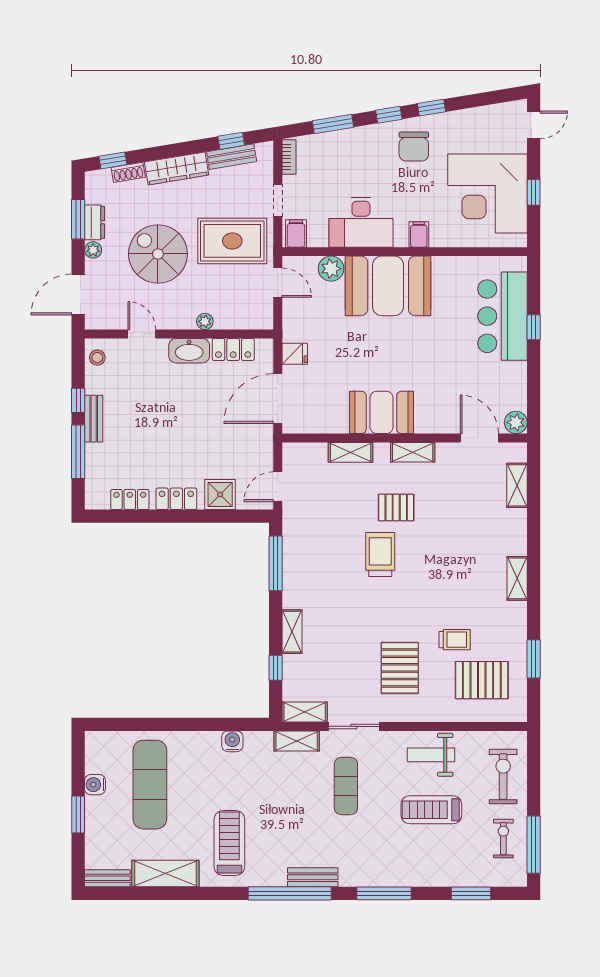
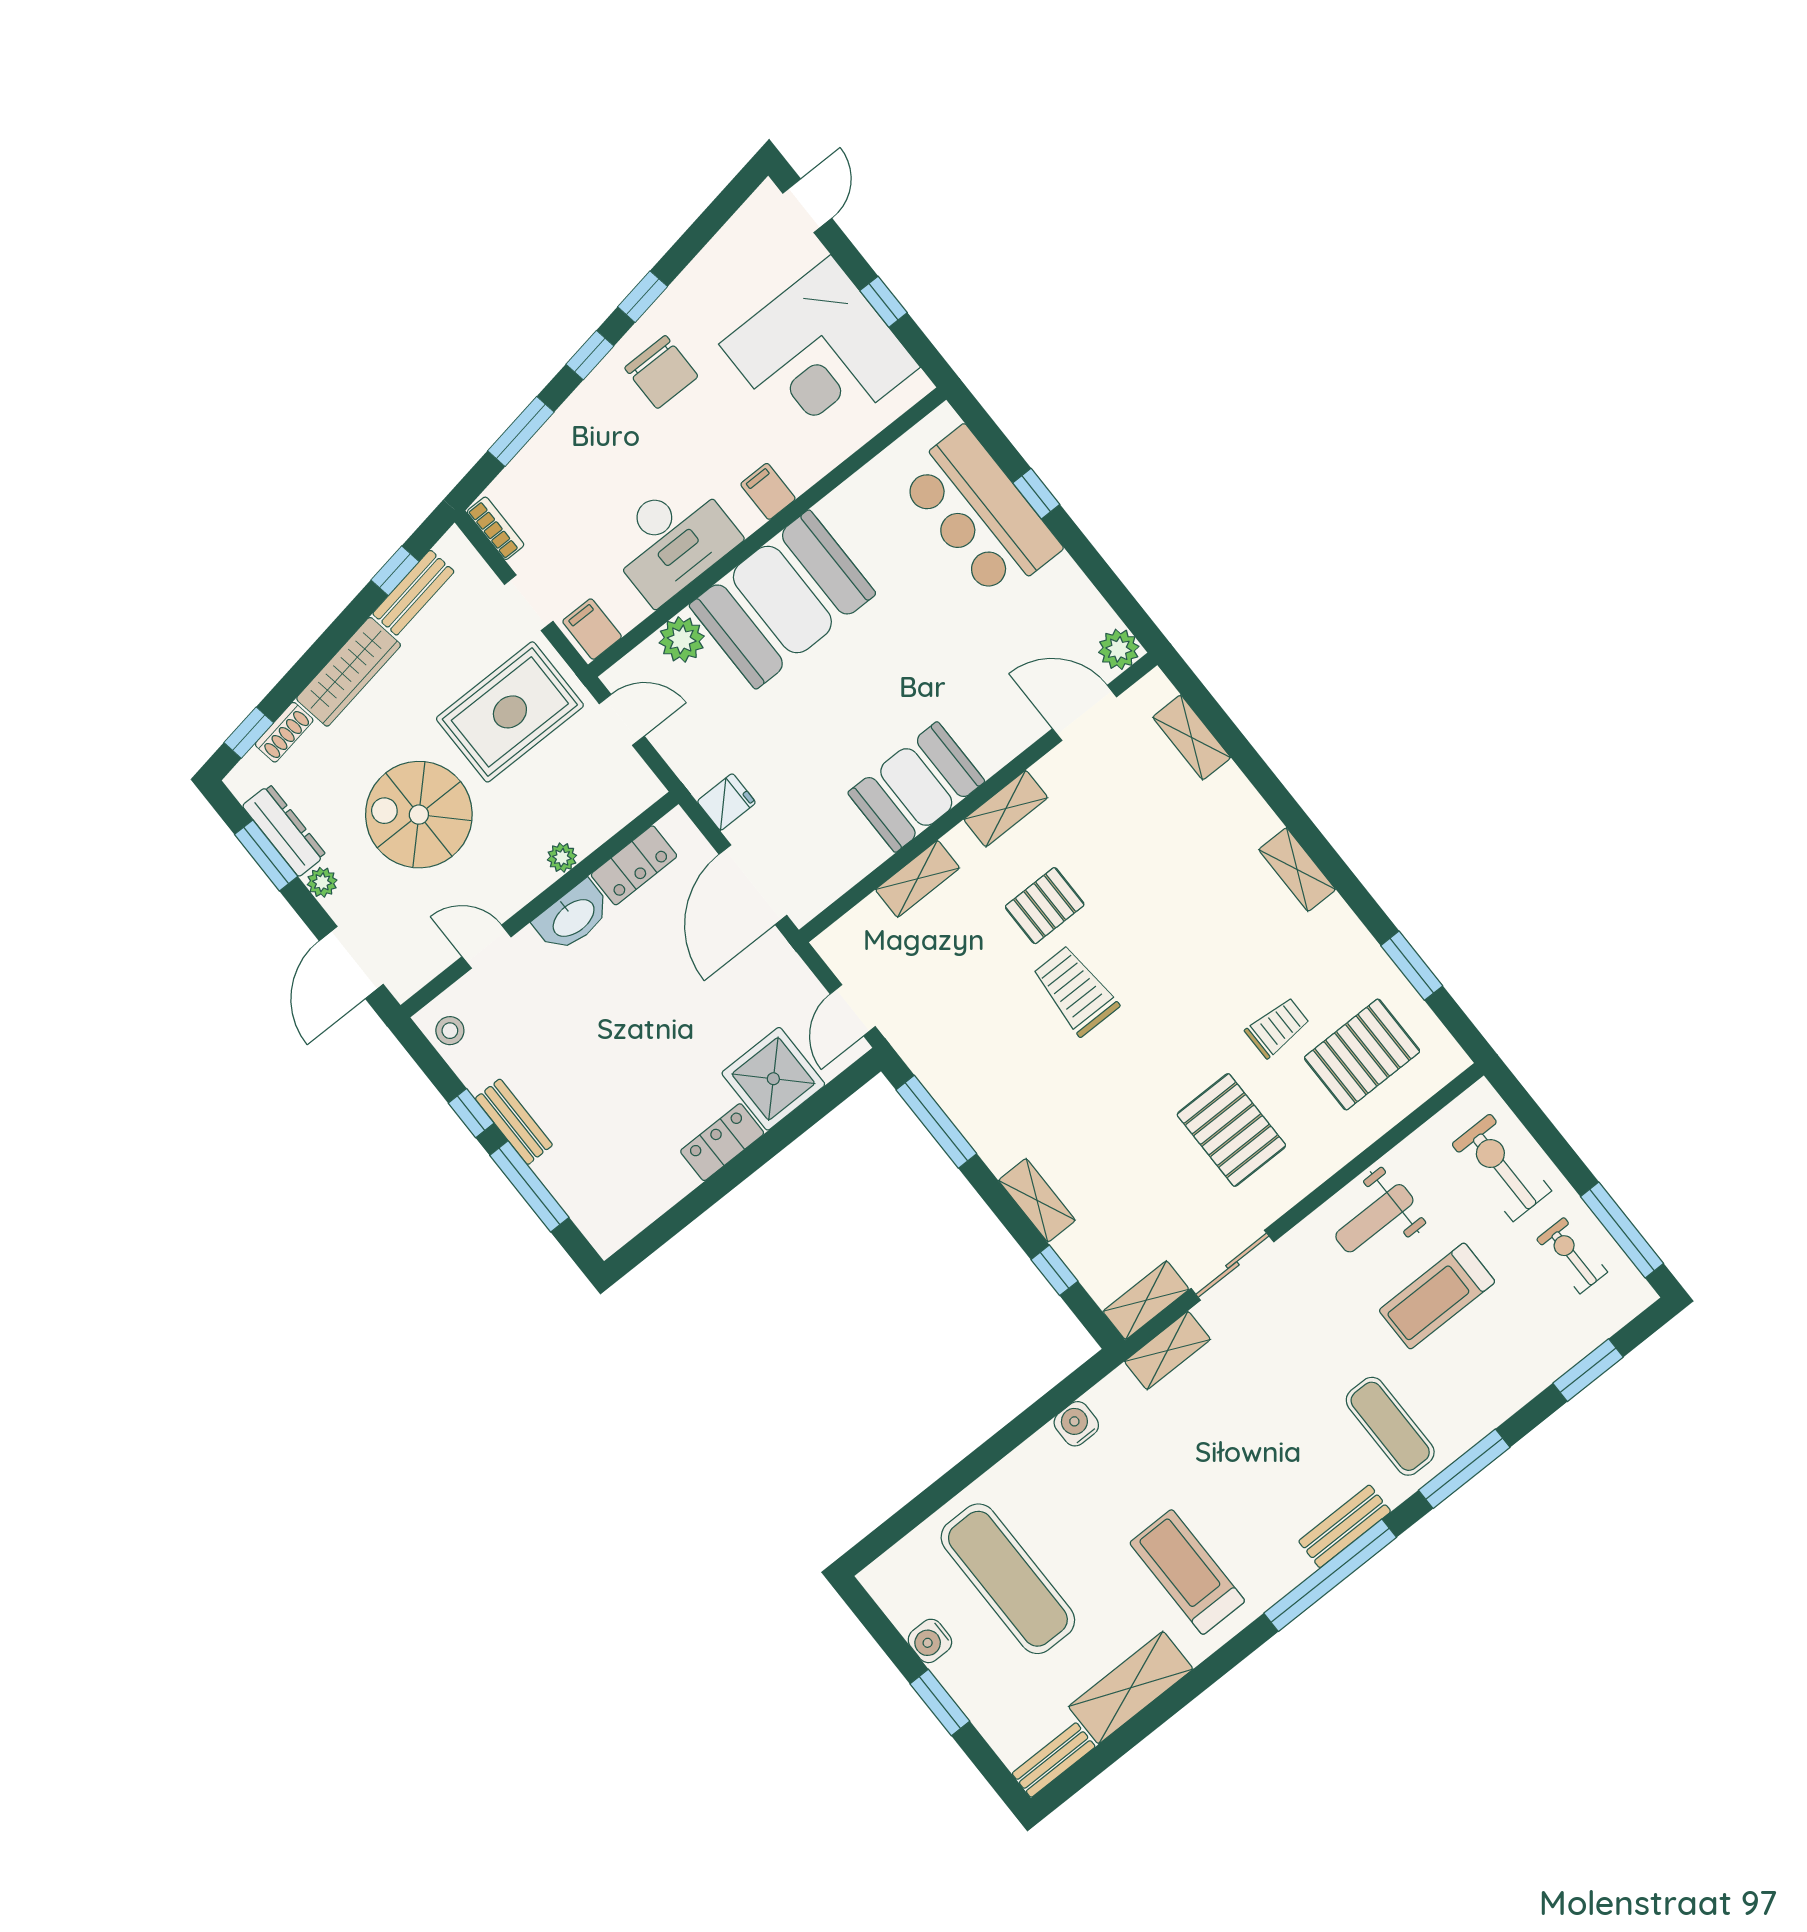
dresser: (95, 222) -> (284, 830), width x1.44
shower: (220, 495) -> (773, 1079), width x1.36, depth x1.36
locker: (130, 499) -> (657, 1196), removed
exercise mat: (346, 786) -> (1390, 1426), moved

